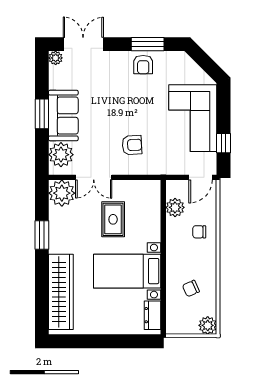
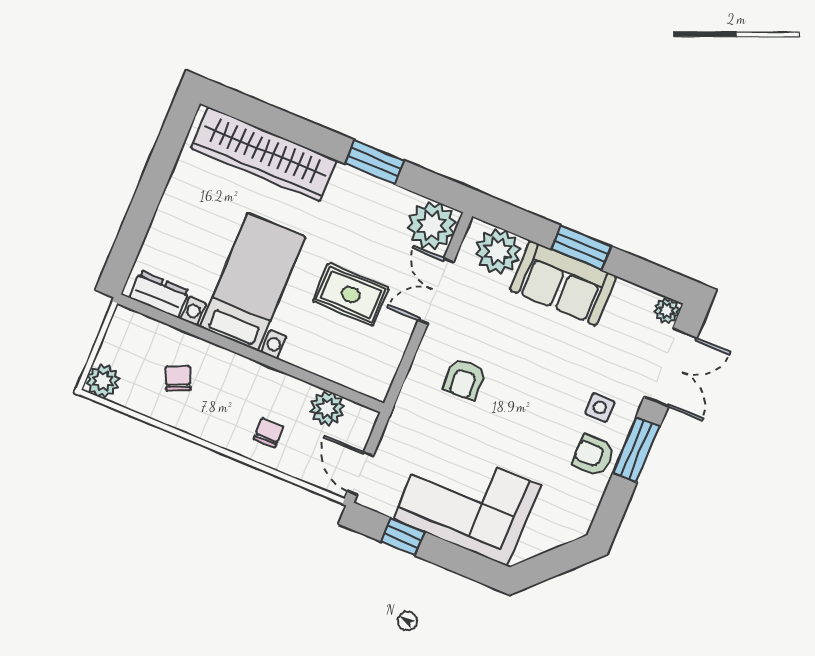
window: (148, 44) -> (636, 450), moved
side table: (118, 71) -> (600, 407), added

